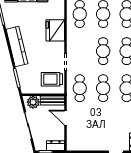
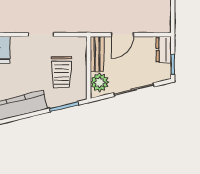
trolley: (52, 79) -> (62, 72), moved
cafe table: (80, 88) -> (79, 14), removed

